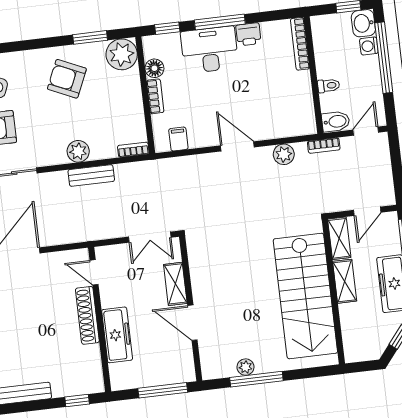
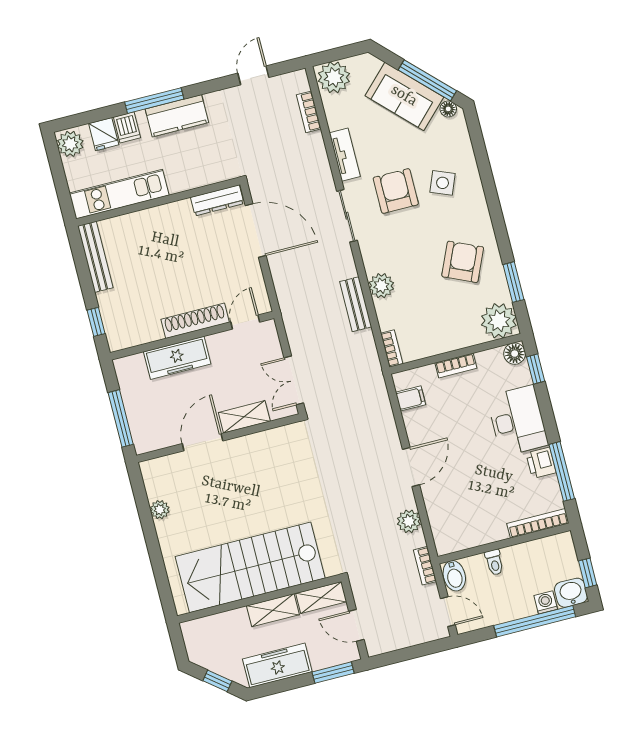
window: (220, 22) -> (562, 471), moved
floor lamp: (154, 68) -> (515, 354), moved
window: (256, 379) -> (148, 524), removed

